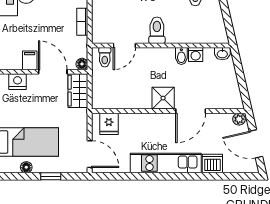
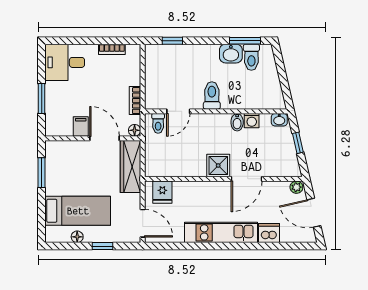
bookcase: (82, 22) -> (135, 101), moved
window: (240, 76) -> (298, 143), added
nightstand: (18, 82) -> (68, 148), removed
wardrobe: (78, 91) -> (130, 167), width x1.50

